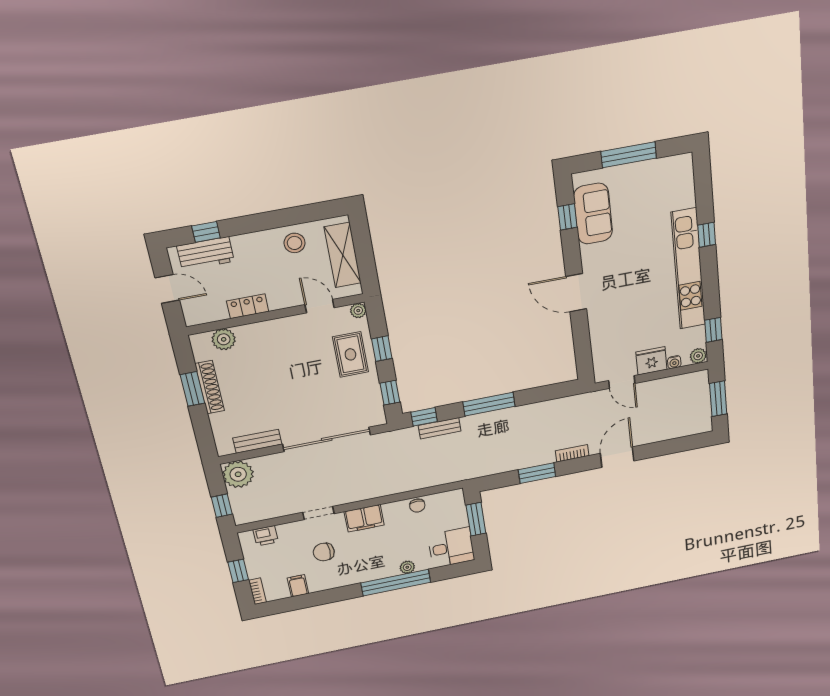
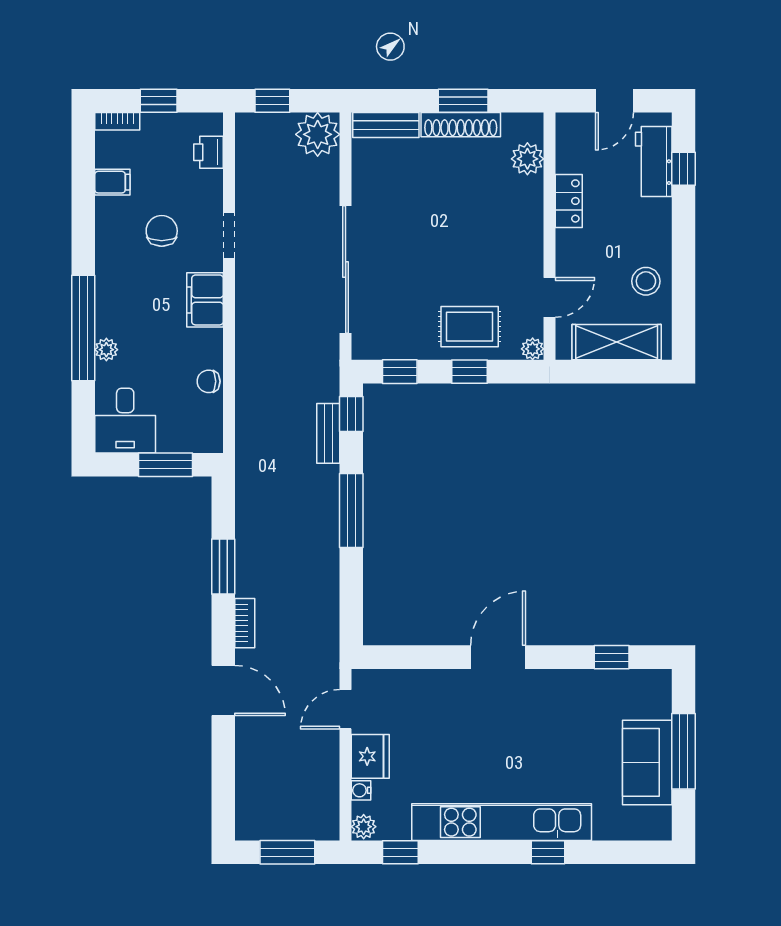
sofa: (593, 214) -> (647, 762), moved, turned 90
bench: (257, 441) -> (386, 125), moved, turned 90

